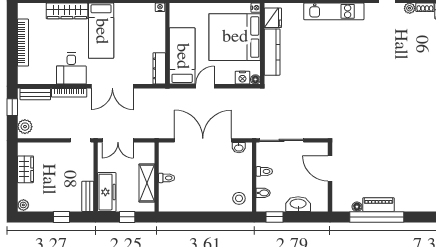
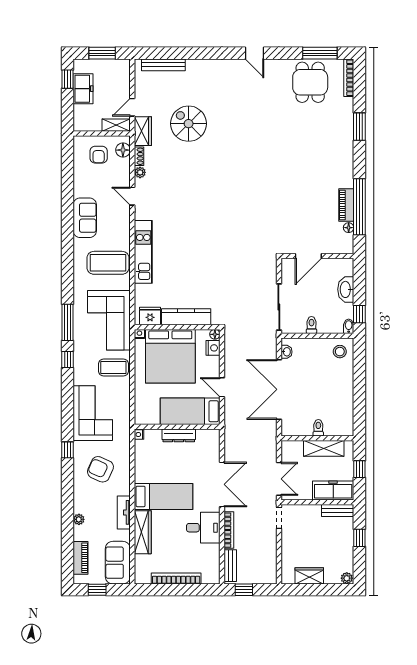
dresser: (159, 68) -> (179, 435), moved
plant: (25, 127) -> (264, 576), removed
bidet: (263, 193) -> (349, 326), moved

